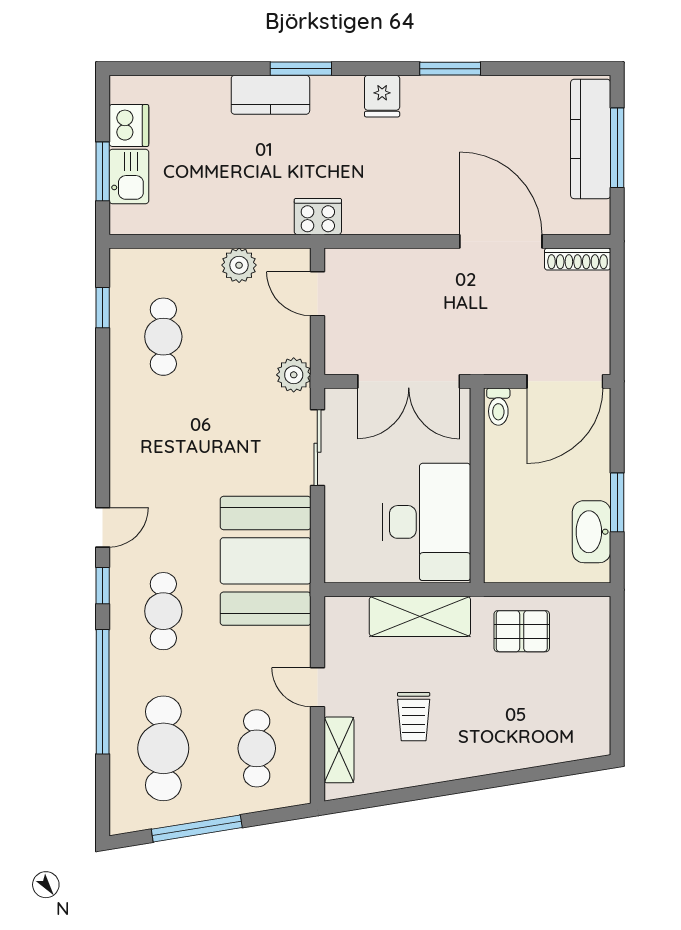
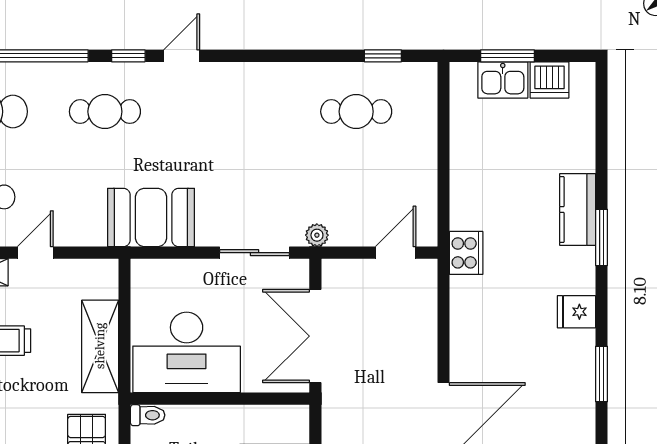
plant: (239, 265) -> (422, 181), removed
plant: (294, 375) -> (317, 235), width x0.73, depth x0.73
toilet: (498, 407) -> (148, 415), moved, turned 180
door: (103, 527) -> (182, 56), swing flipped
booth: (266, 561) -> (151, 217), width x0.73, depth x0.70

